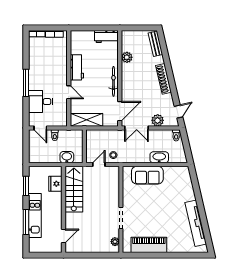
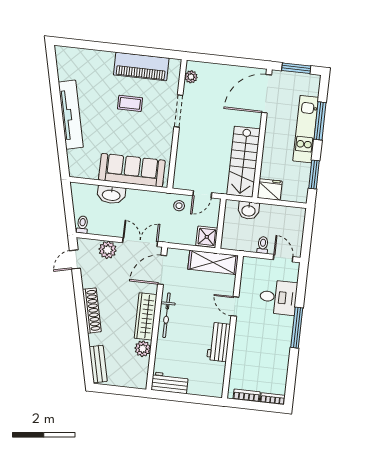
wardrobe: (127, 79) -> (146, 316), added
shower: (93, 136) -> (207, 237), added
sofa: (147, 175) -> (132, 170), width x1.36
fridge: (55, 184) -> (270, 189), moved, turned -90
coffee table: (154, 219) -> (130, 103), added
tv unit: (196, 223) -> (71, 115), moved
door: (64, 236) -> (267, 94), width x1.88
window: (46, 255) -> (296, 68), added

